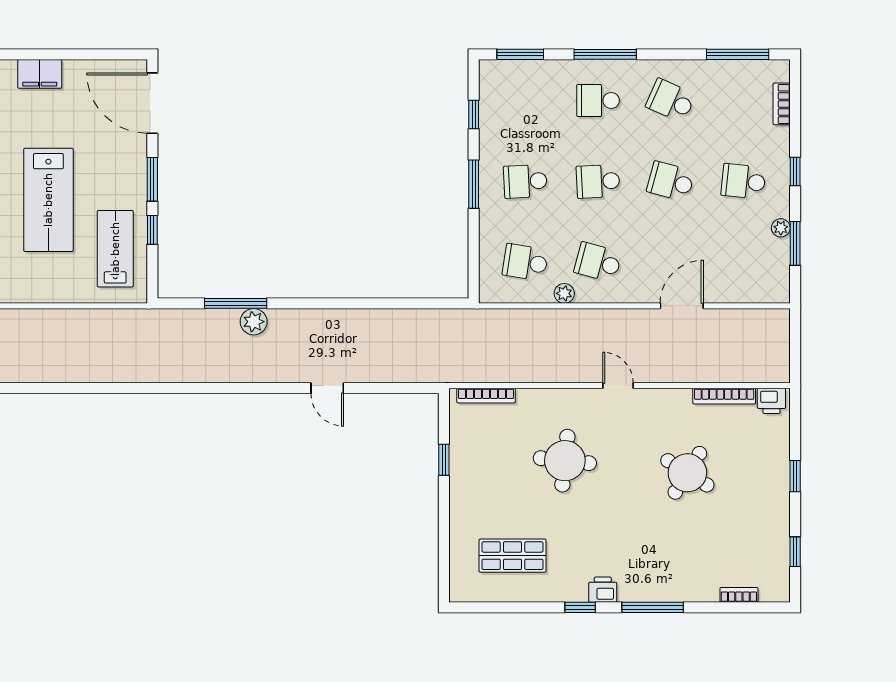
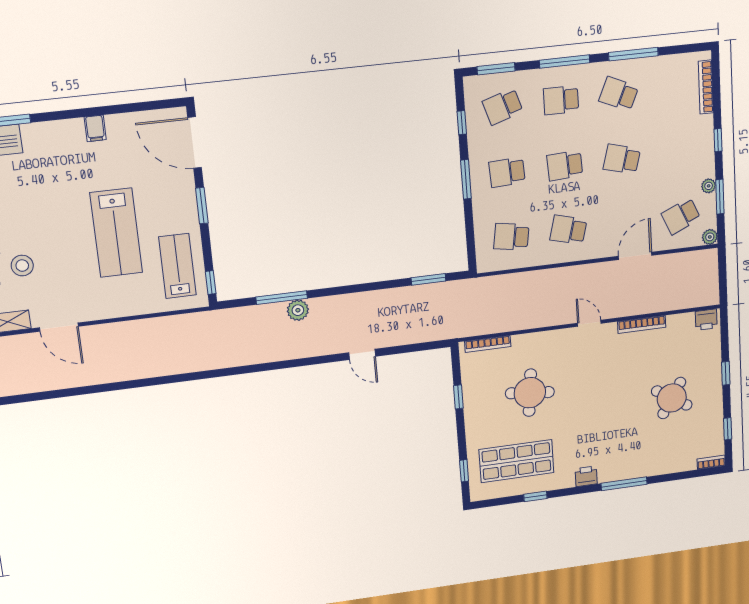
window: (738, 54) -> (633, 54), moved
filing cabinet: (40, 74) -> (95, 128), width x0.50
school desk: (525, 101) -> (503, 107), added
bookcase: (782, 104) -> (706, 87), width x1.56
school desk: (743, 181) -> (681, 216), moved, turned -30
window: (152, 230) -> (211, 282), moved
plant: (564, 293) -> (710, 237), moved
window: (418, 303) -> (428, 279), added
bookcase: (724, 396) -> (642, 324), moved
round table: (565, 461) -> (530, 393), moved
round table: (687, 473) -> (672, 398), moved
shop shelf: (513, 556) -> (516, 461), width x1.43, depth x1.36
window: (444, 559) -> (464, 471), added
bookcase: (739, 595) -> (711, 462), moved
window: (580, 607) -> (535, 496), moved

